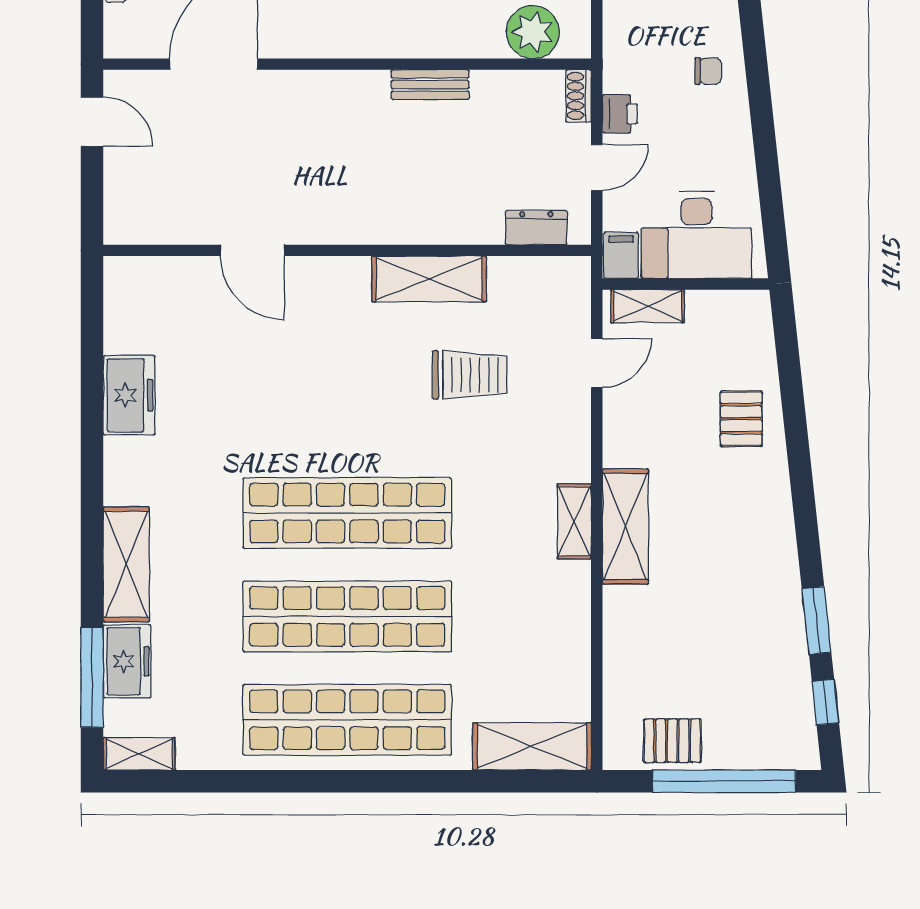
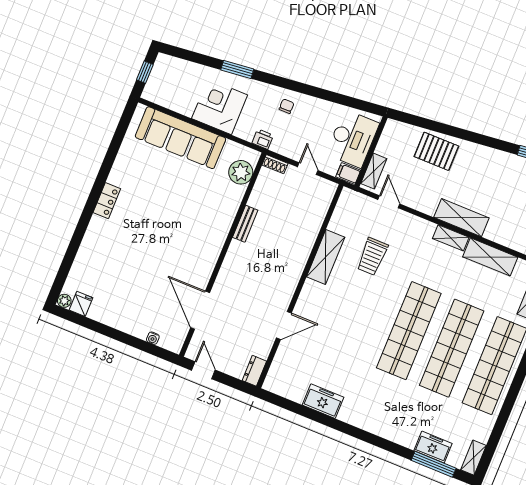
printer: (620, 114) -> (263, 139), moved
door: (92, 122) -> (203, 370), hinge flipped
dresser: (536, 228) -> (254, 371), moved
trolley: (470, 375) -> (372, 256), turned 180
pallet: (741, 419) -> (436, 151), width x1.50, depth x1.42
shelving: (126, 564) -> (490, 257), moved

